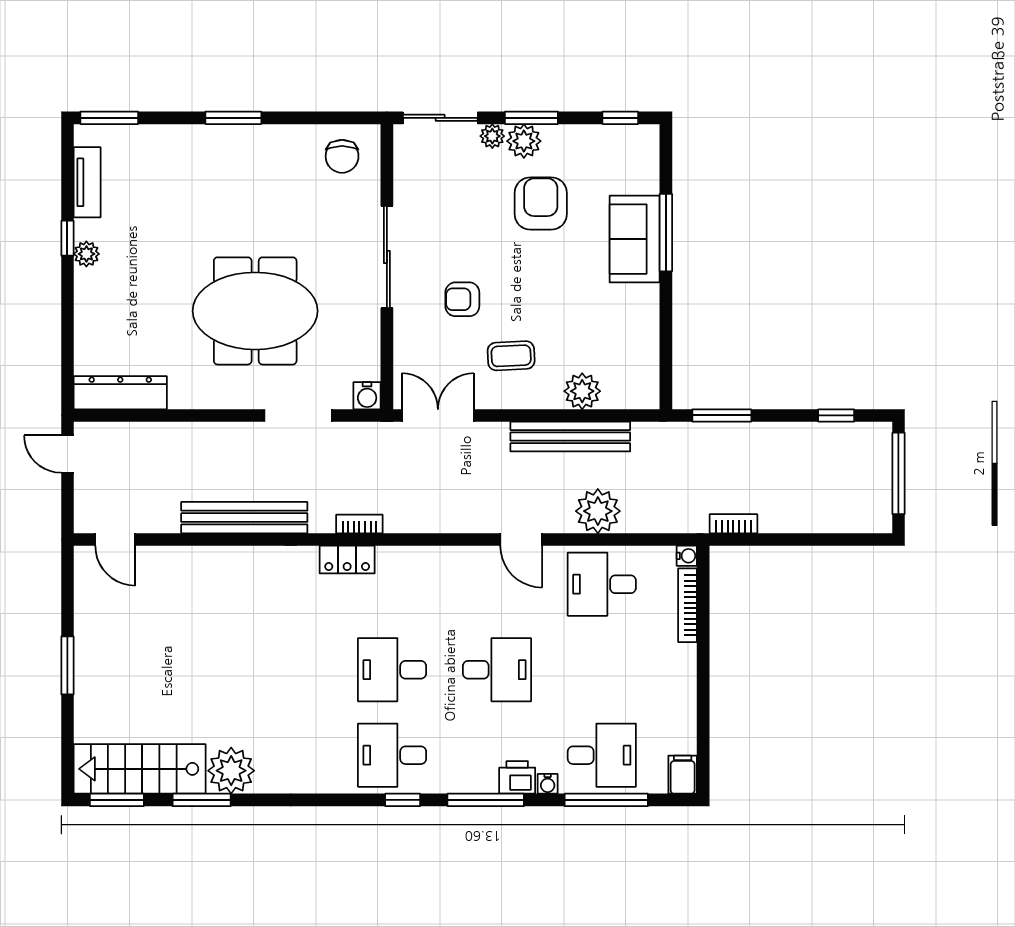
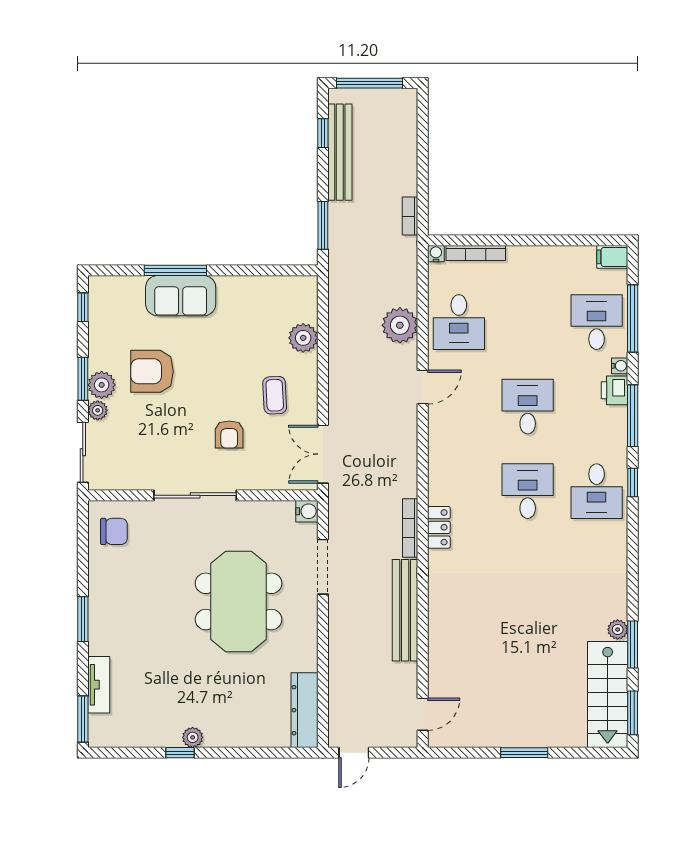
tv unit: (87, 182) -> (99, 685), moved, turned 90
bench: (570, 437) -> (340, 152), moved
bookcase: (359, 524) -> (410, 528), width x1.56
desk: (392, 670) -> (528, 491), turned 180
plant: (231, 771) -> (618, 629), width x0.53, depth x0.53

